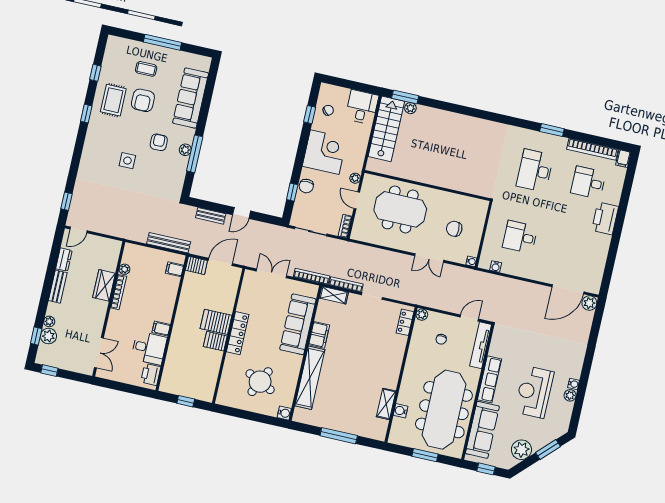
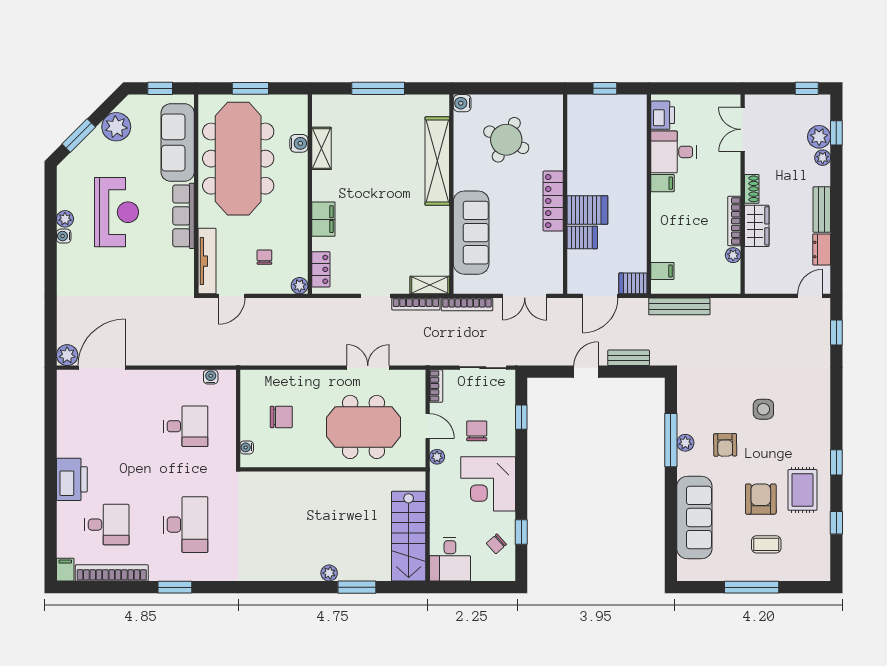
window: (405, 97) -> (357, 587), moved
plant: (410, 108) -> (329, 573), moved
chair: (306, 186) -> (477, 431), moved
double door: (429, 258) -> (368, 368), moved
water cooler: (471, 261) -> (247, 447), moved
shoe rack: (102, 311) -> (752, 189), added
filing cabinet: (319, 335) -> (323, 219), moved, turned 180
server rack: (215, 341) -> (582, 237), moved

